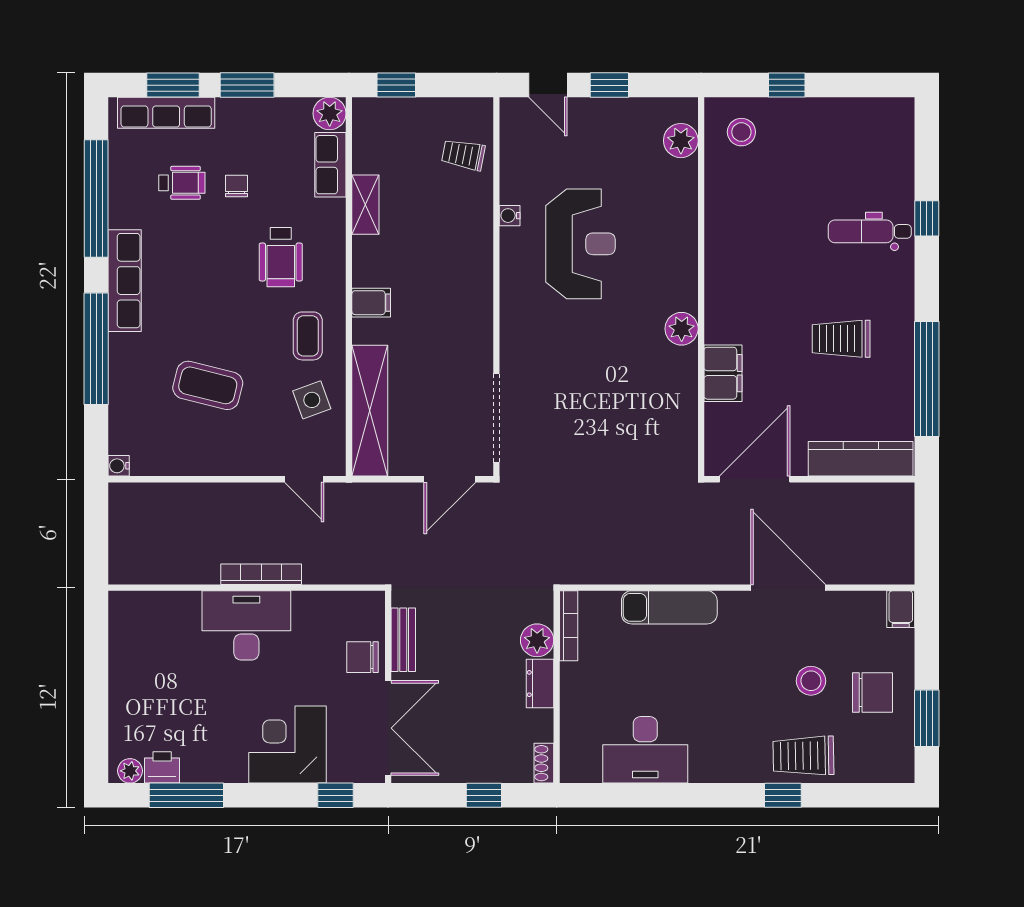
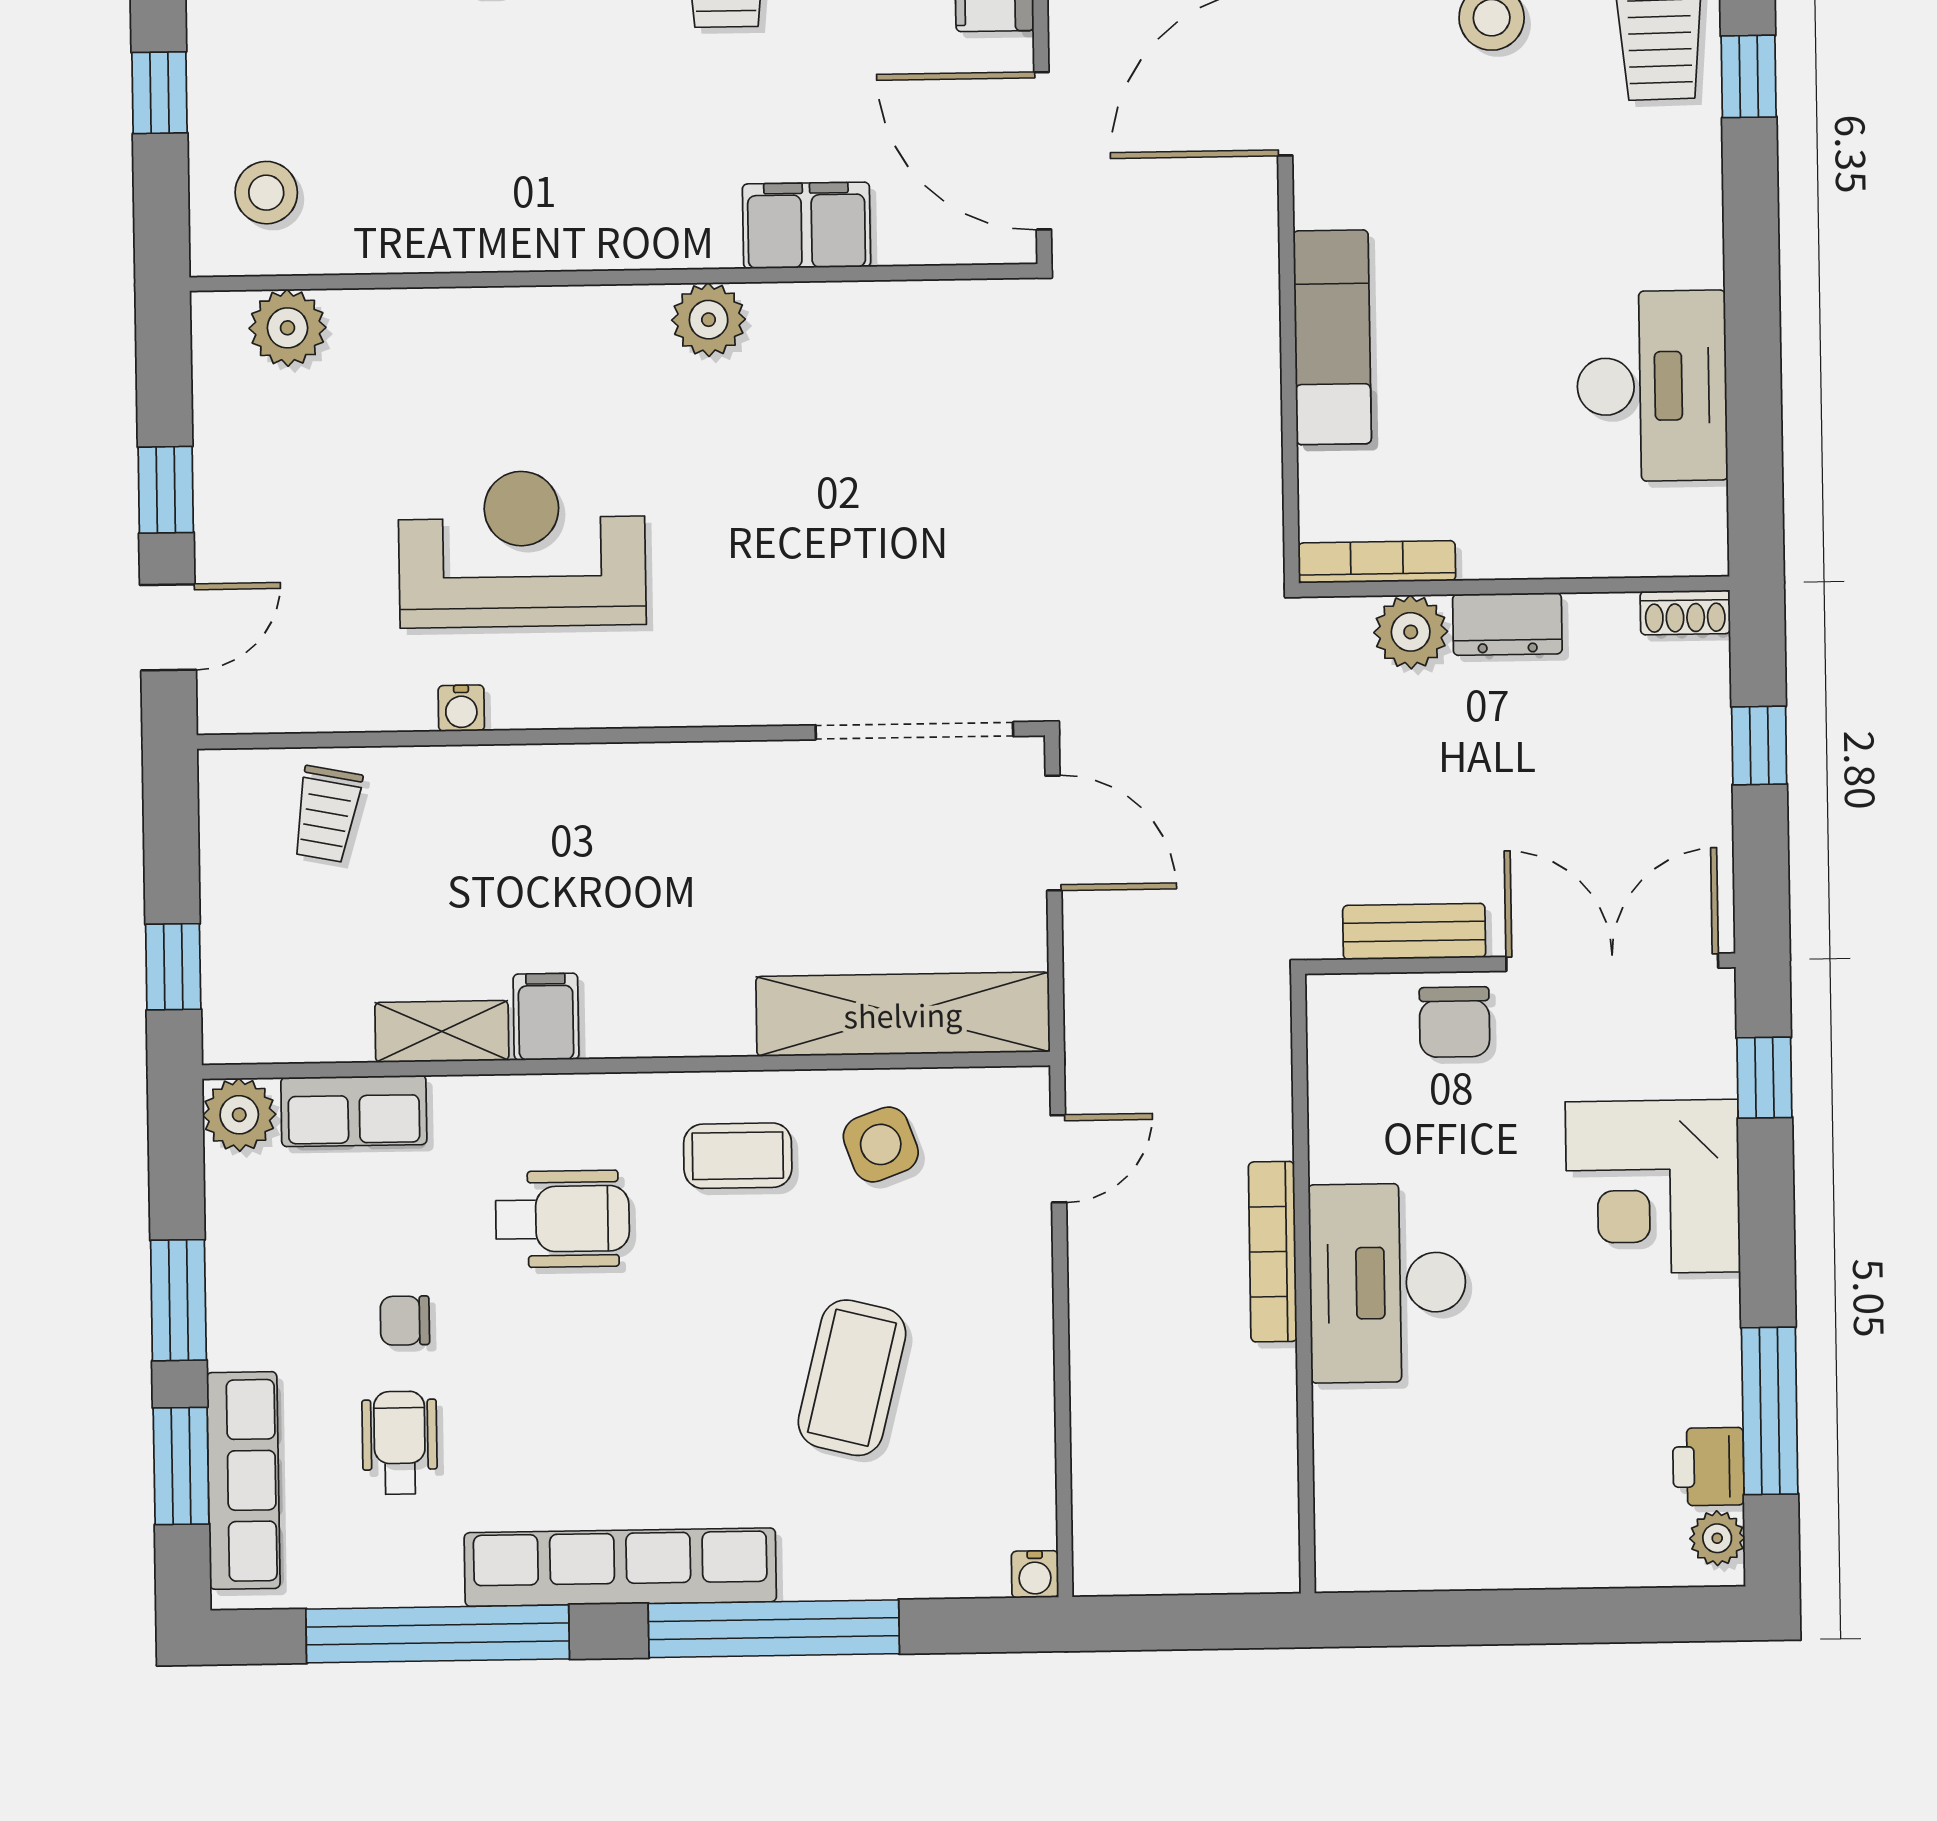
row of seats: (125, 281) -> (620, 1567), width x1.36
filing cabinet: (371, 303) -> (546, 1017), moved

